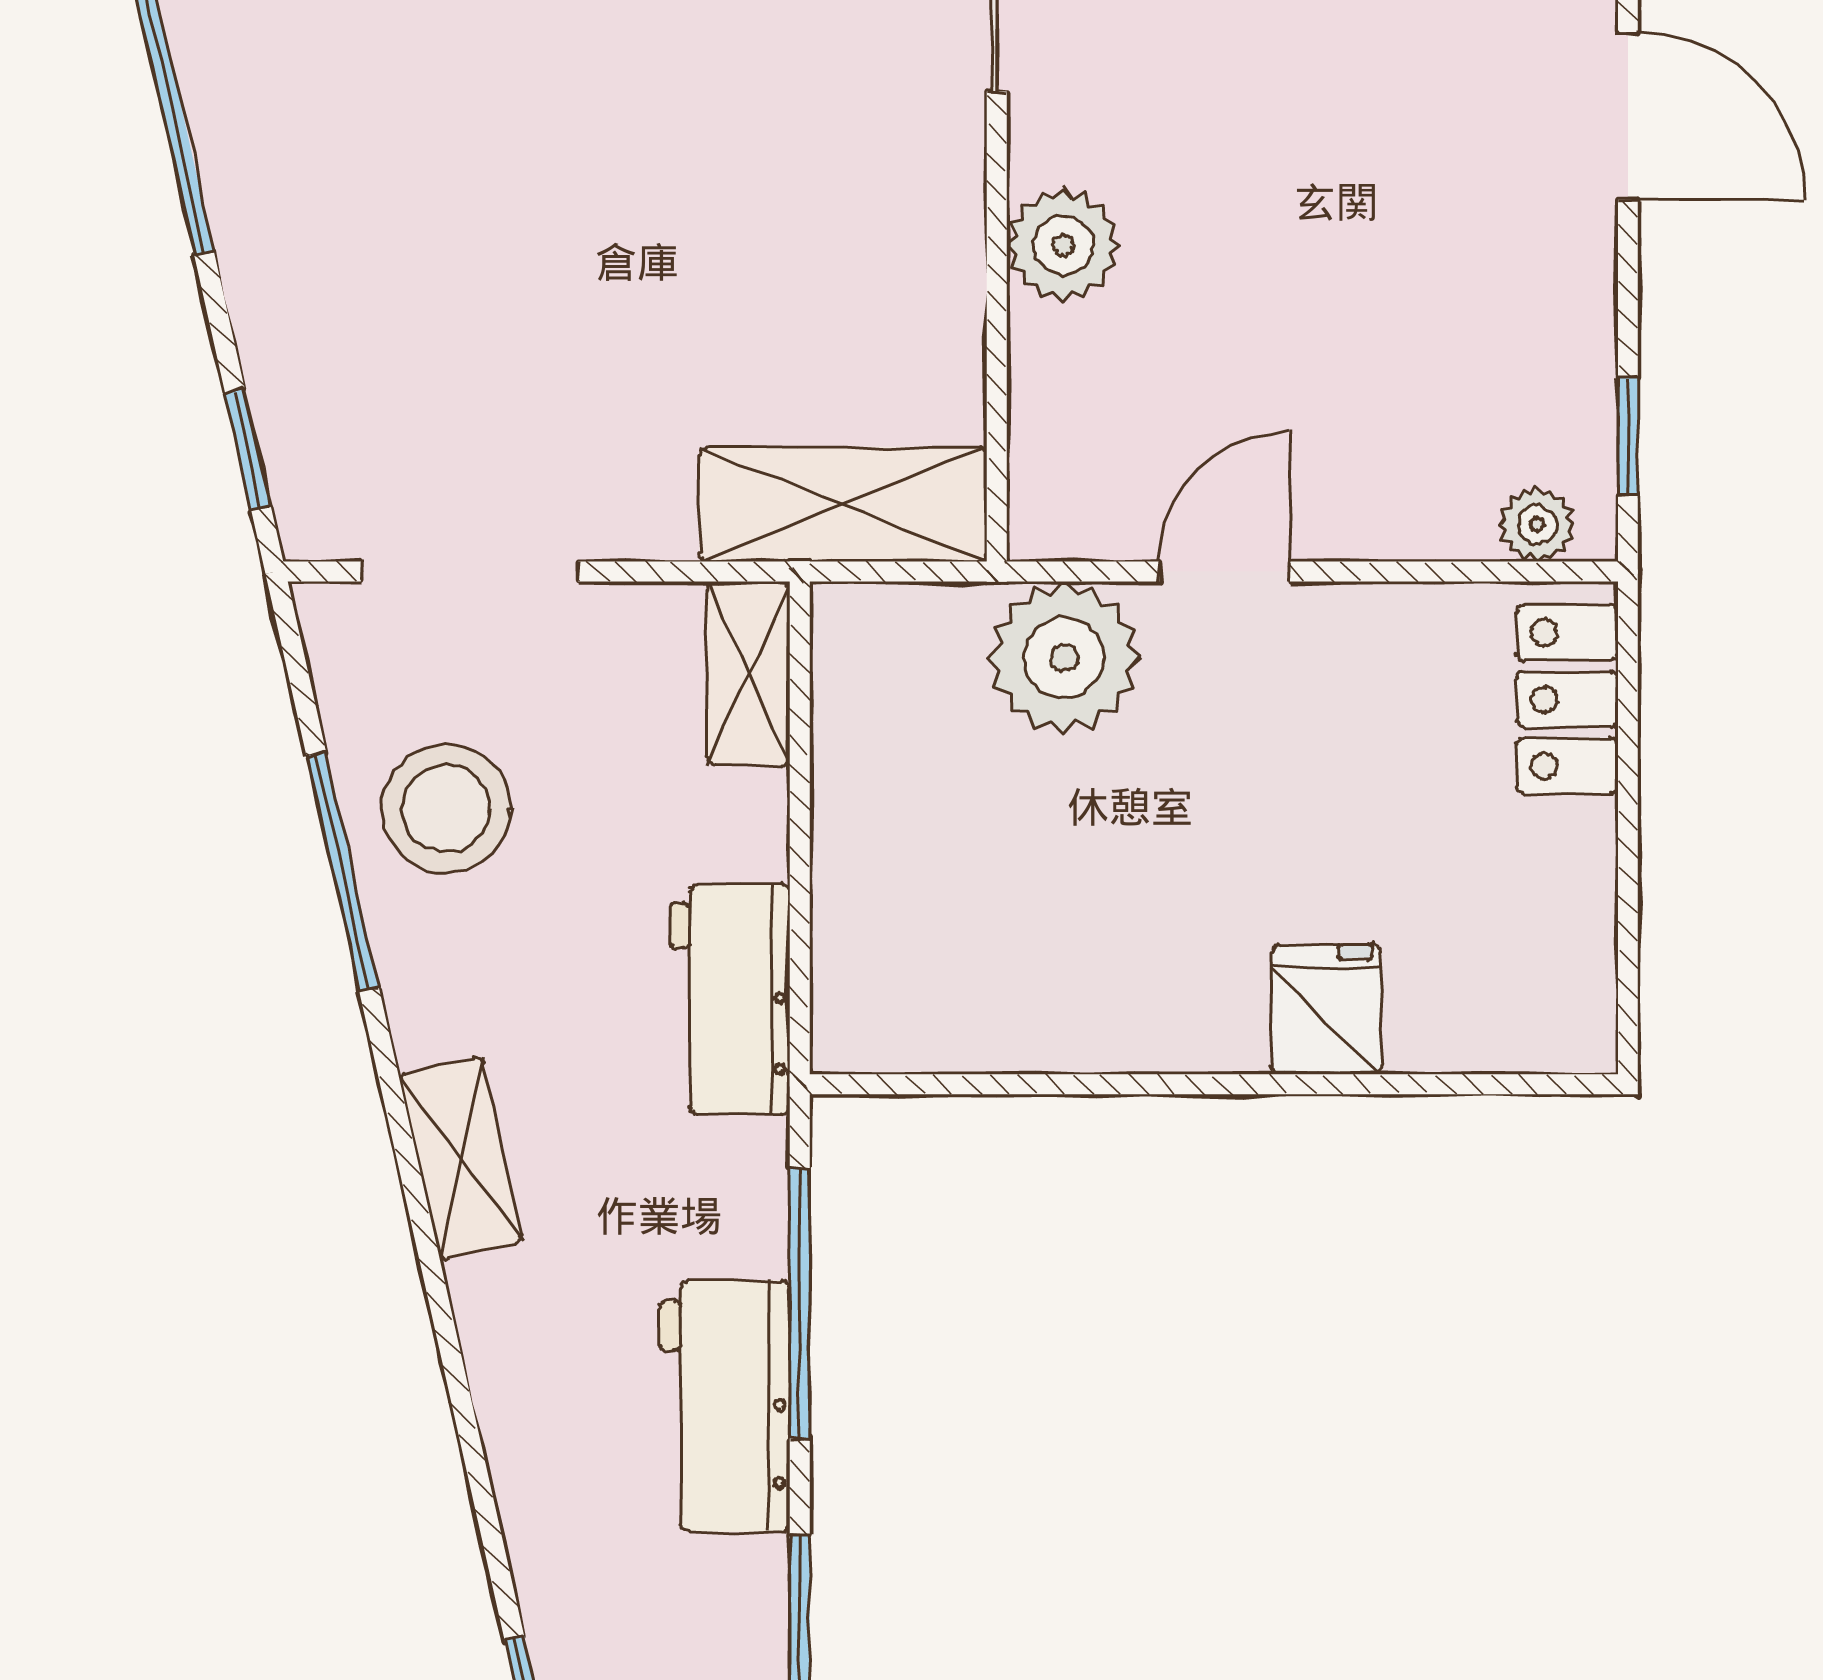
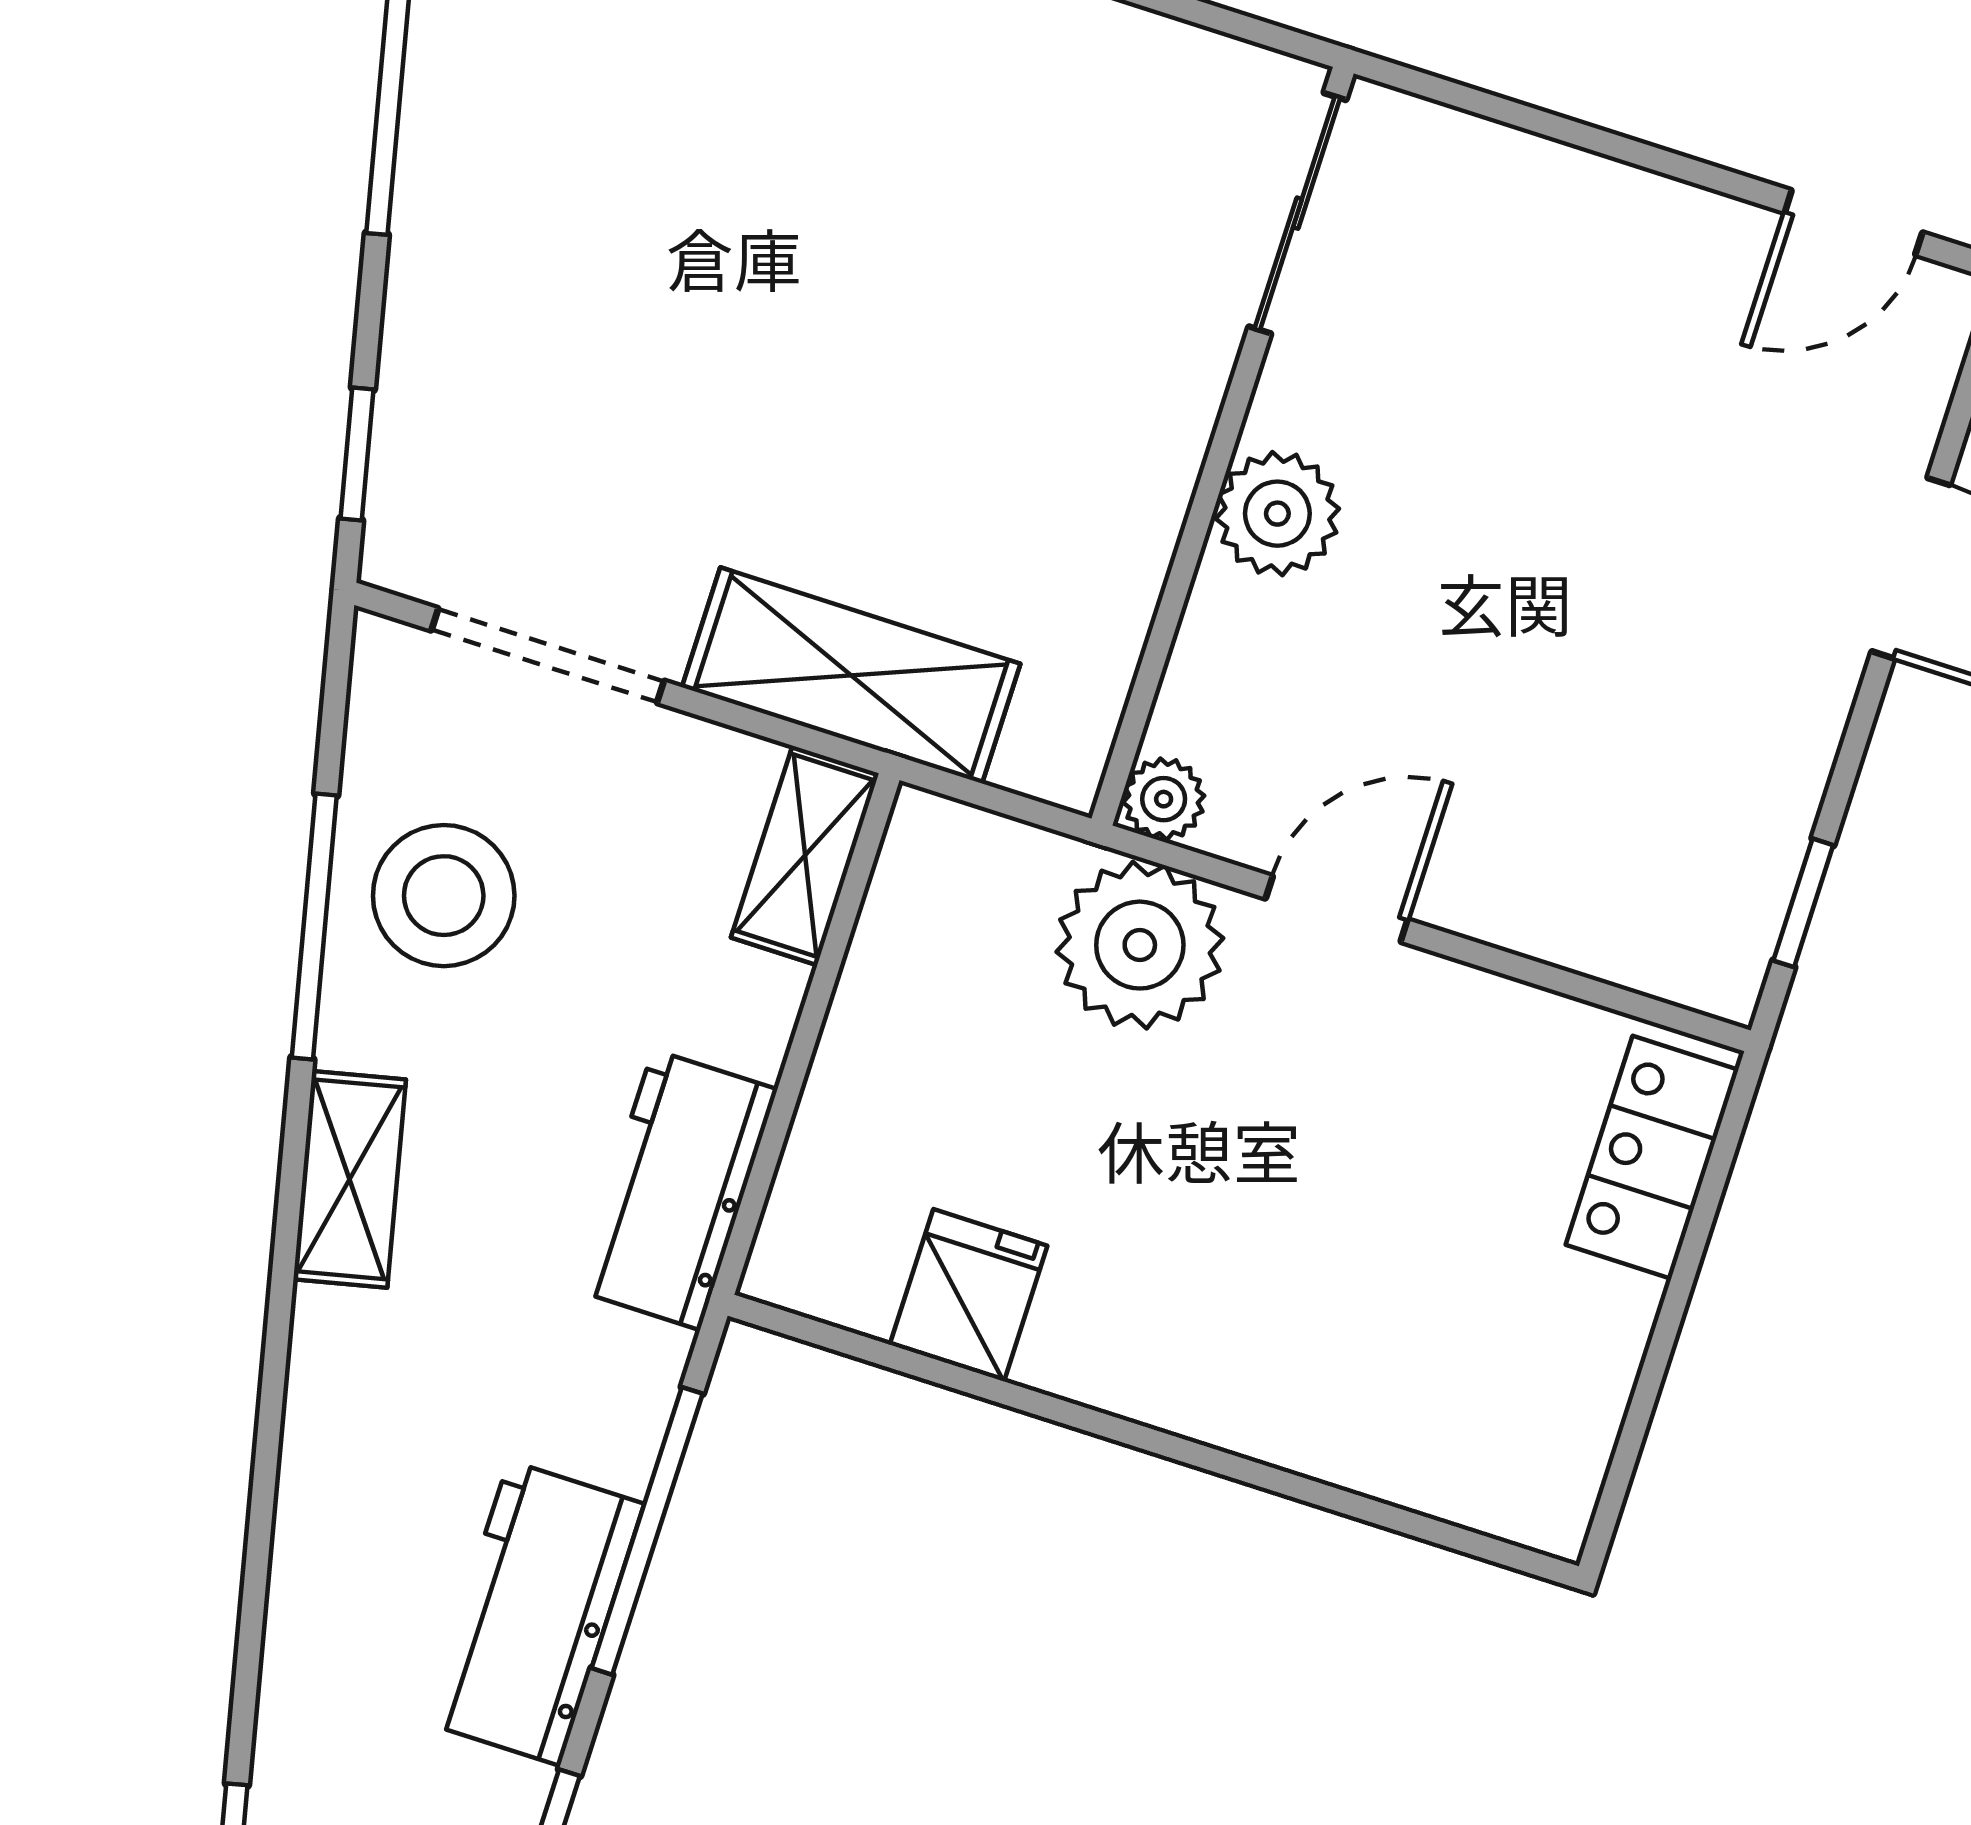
shelving: (843, 504) -> (851, 675), moved
plant: (1537, 524) -> (1164, 799), moved
fridge: (1327, 1009) -> (969, 1295), moved
shelving: (461, 1158) -> (350, 1179), moved

